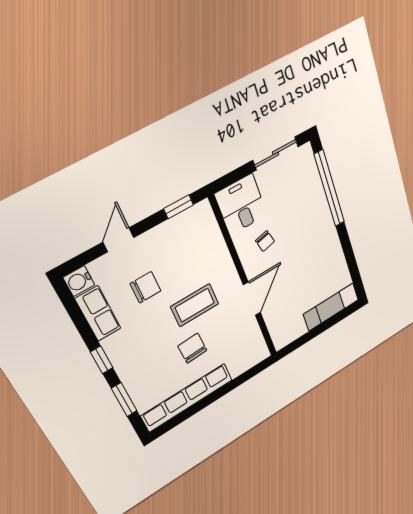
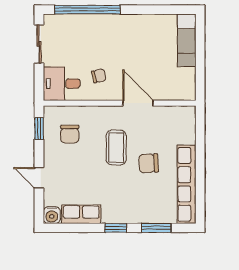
chair: (146, 287) -> (70, 134), moved, turned 180

